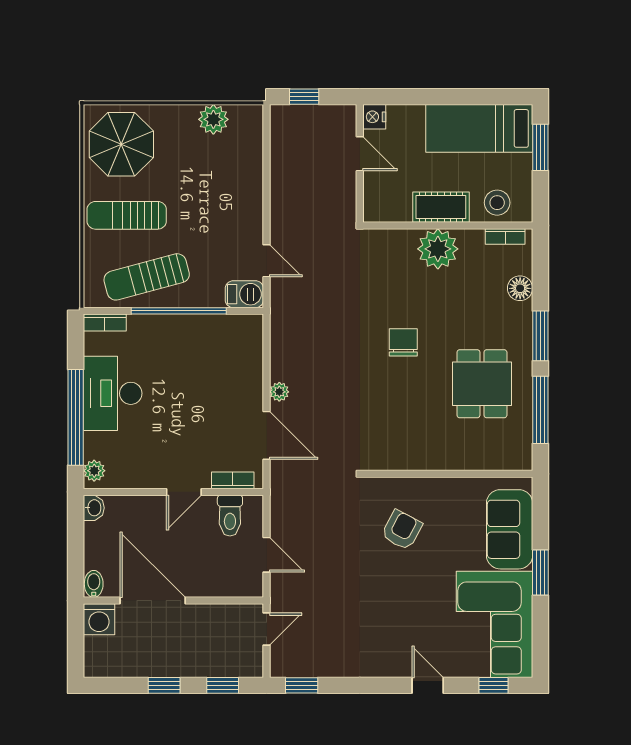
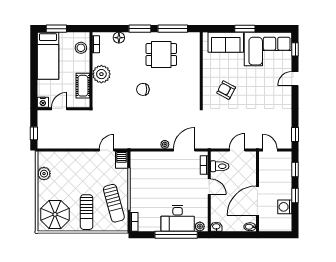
cot: (441, 207) -> (83, 86), moved
desk: (113, 393) -> (178, 218), moved
washing machine: (99, 619) -> (285, 207), moved, turned 180

